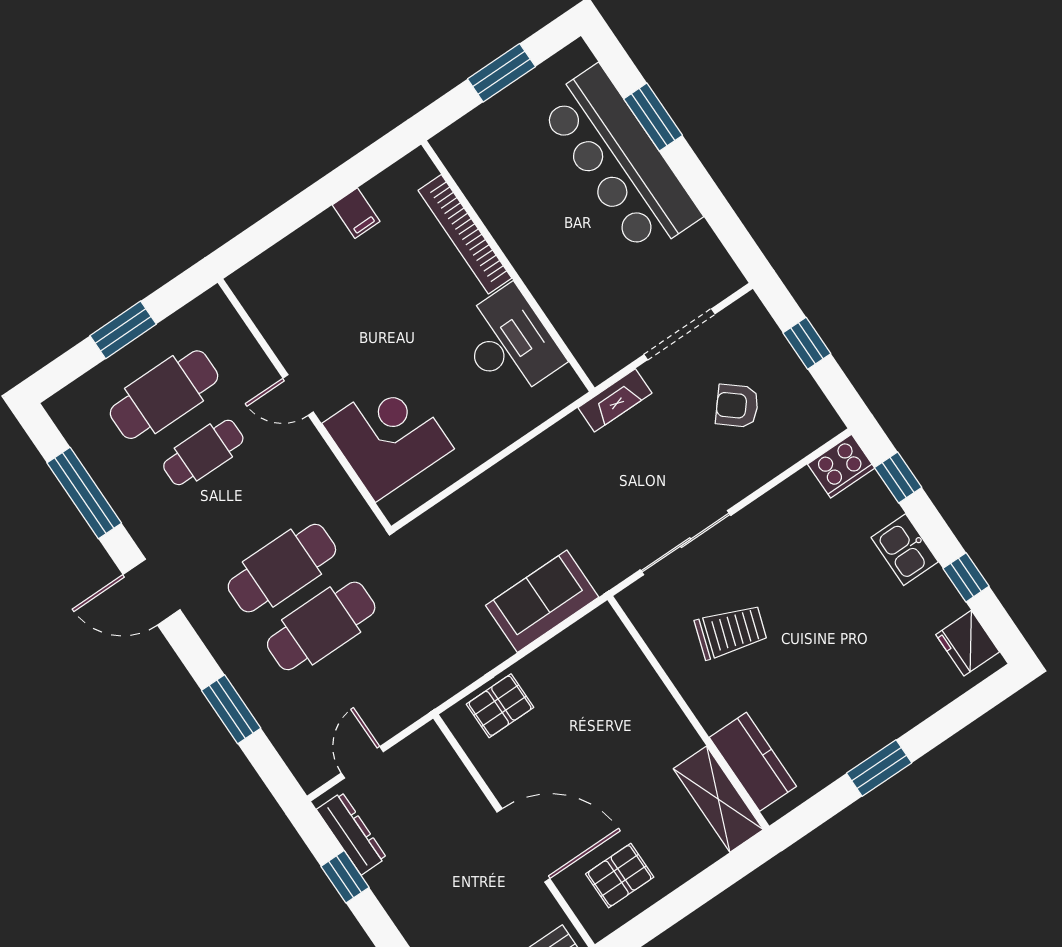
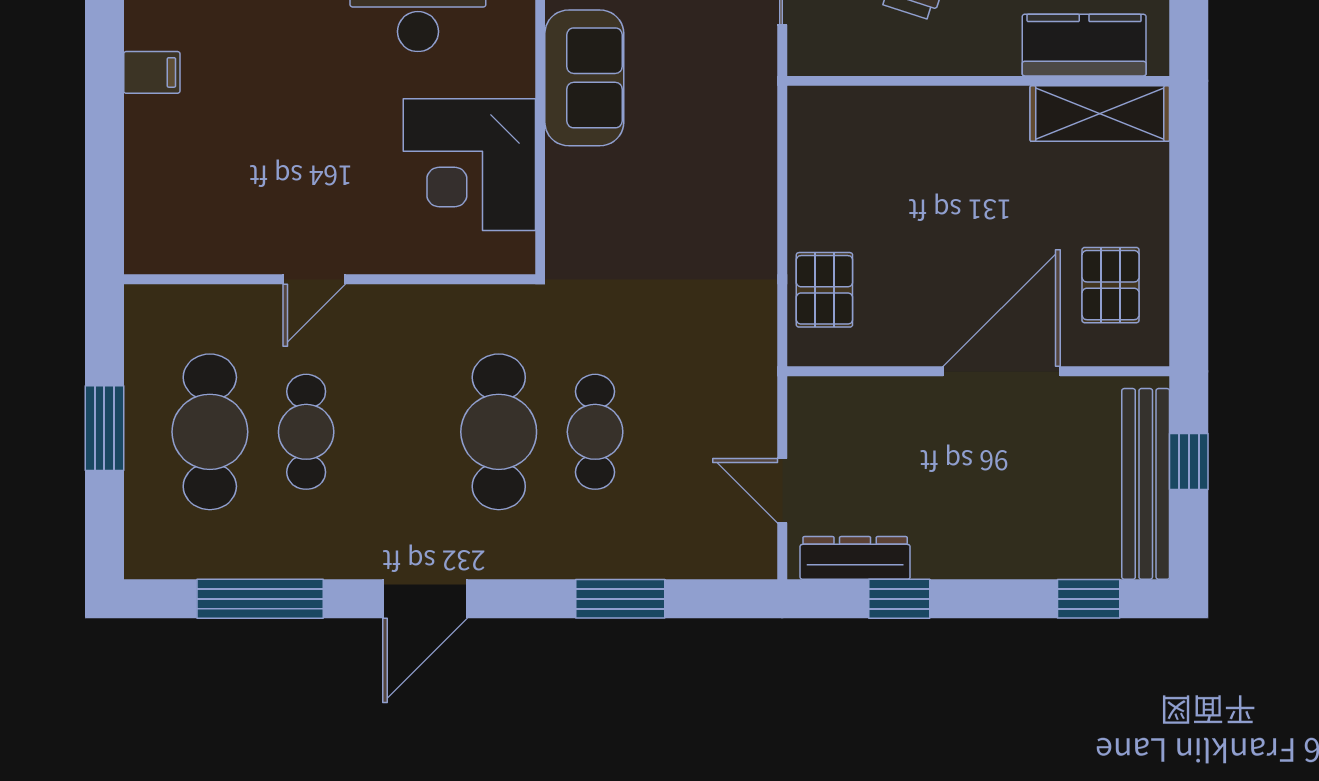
corner desk: (388, 436) -> (469, 165), moved, turned -90
sofa: (542, 601) -> (584, 78), moved, turned 180
cafe table: (321, 626) -> (595, 432), width x0.73, depth x0.74

